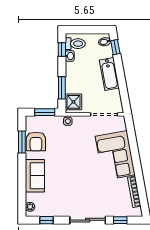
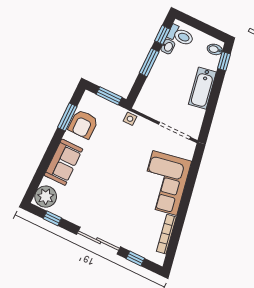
window: (62, 88) -> (149, 62), moved
shower: (73, 102) -> (147, 100), removed
plant: (30, 207) -> (46, 197), width x1.88, depth x1.88

